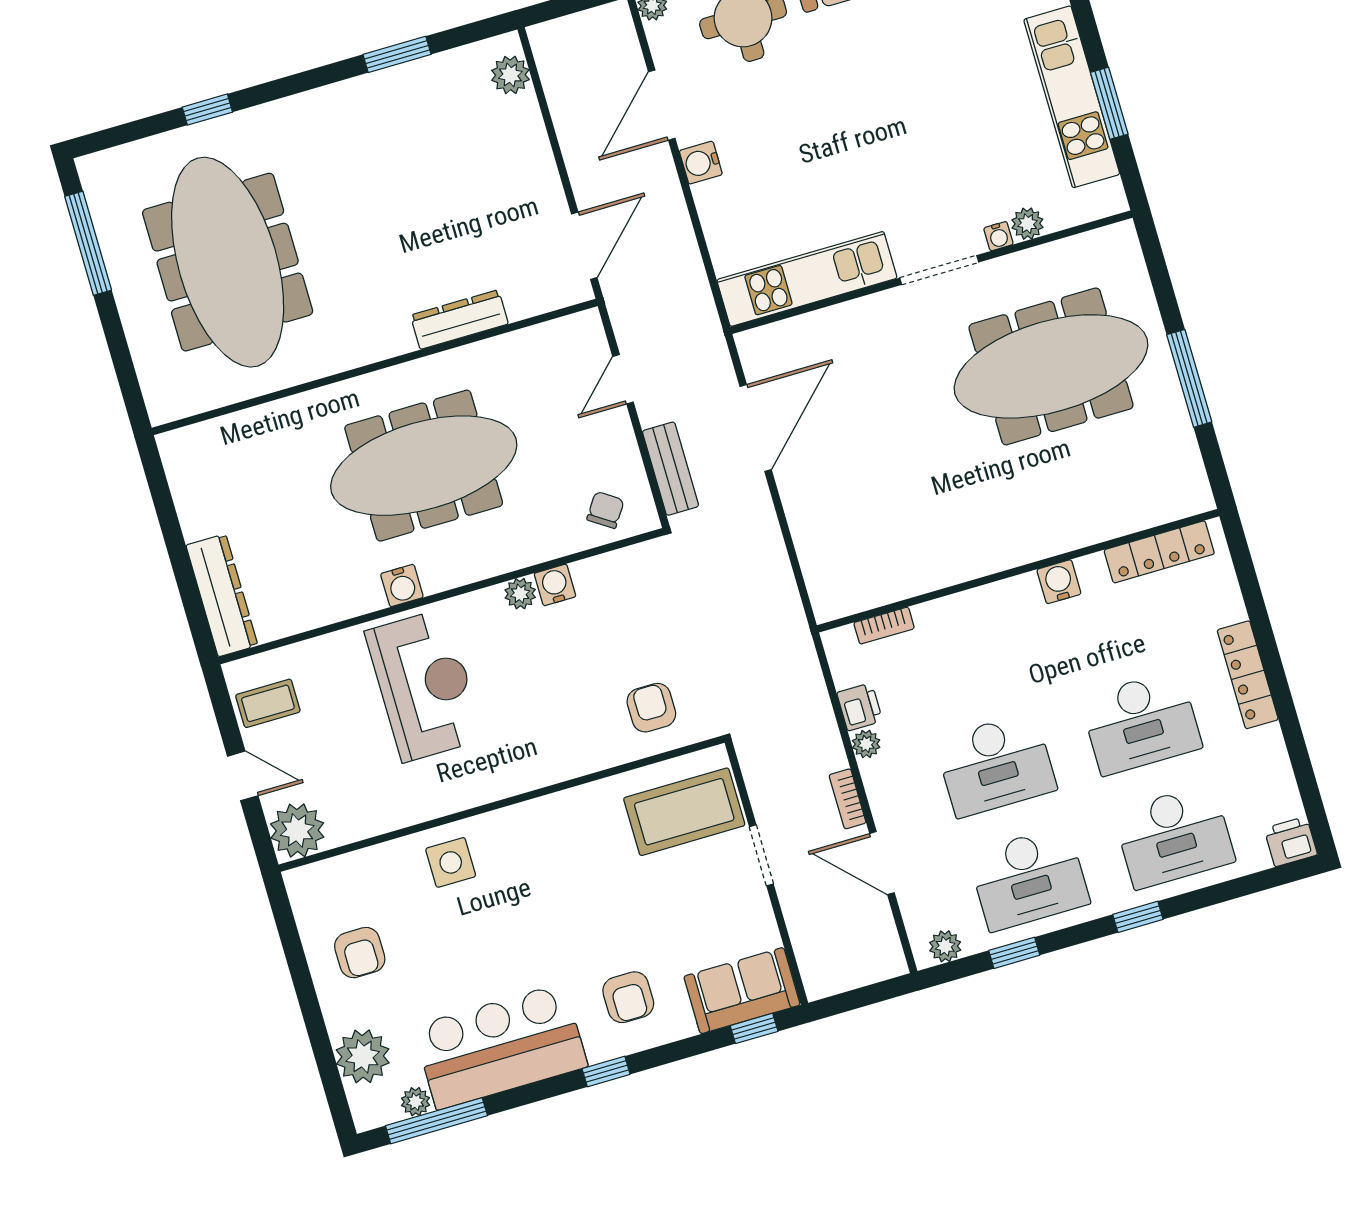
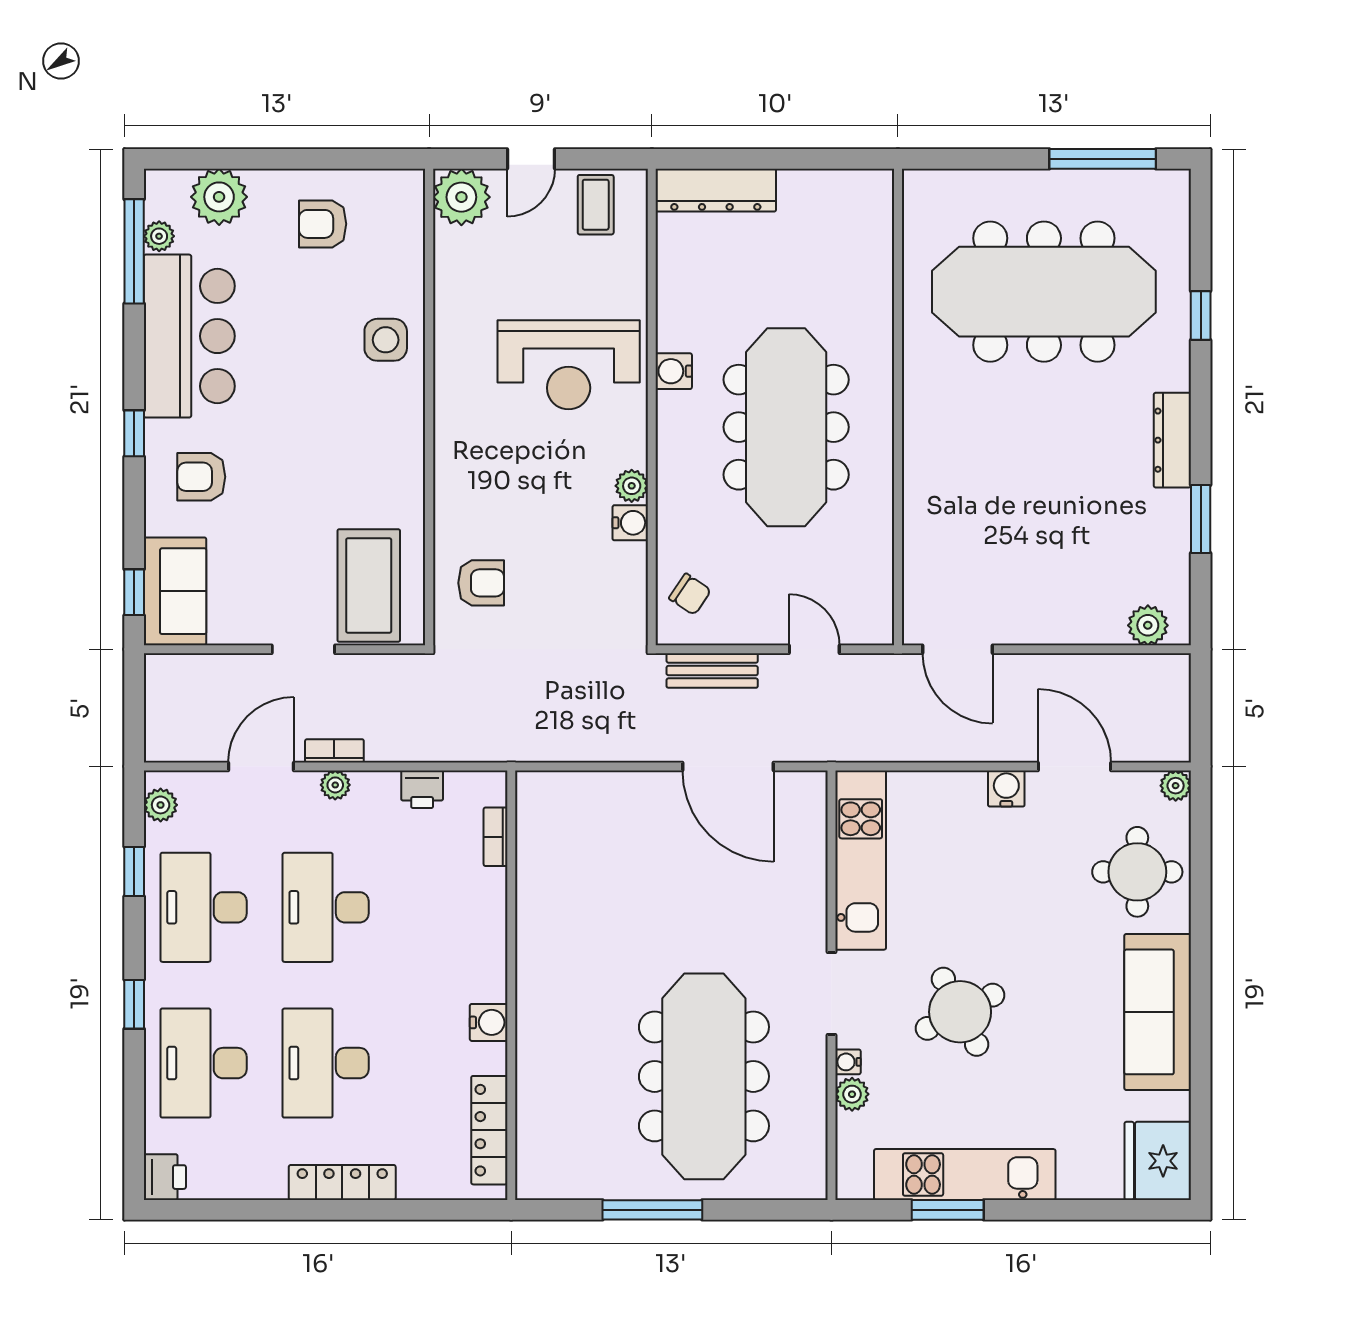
round table: (921, 145) -> (960, 1012), added
dresser: (459, 320) -> (1172, 440), moved, turned 180
plant: (866, 744) -> (335, 785), moved

